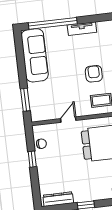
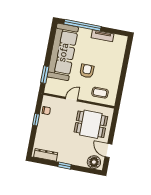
sofa: (35, 55) -> (63, 52), width x1.36, depth x1.27
armchair: (94, 74) -> (87, 71), moved

